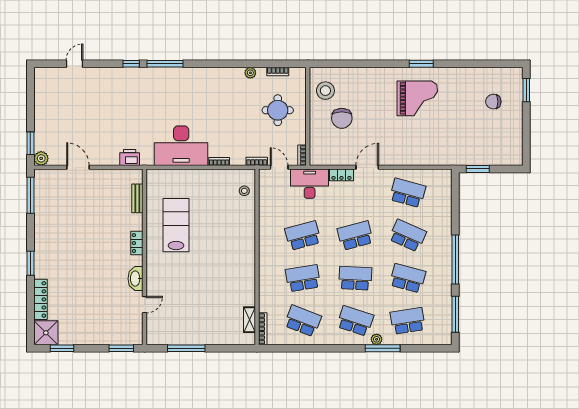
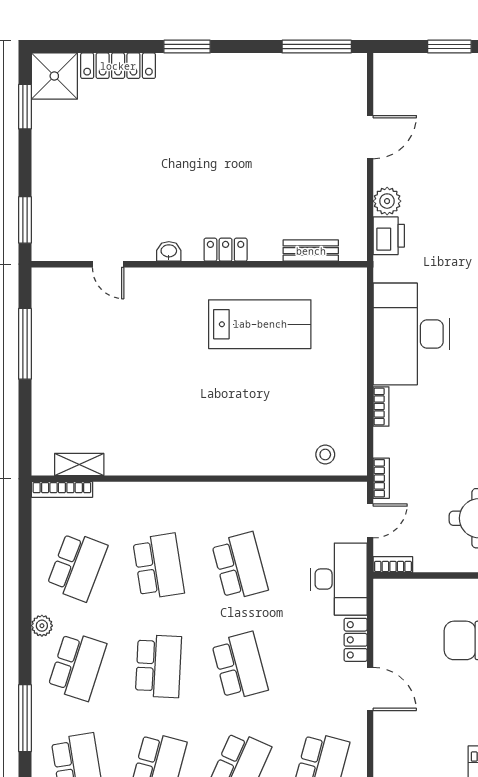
window: (30, 143) -> (449, 47), moved
plant: (41, 158) -> (387, 201), moved
washbasin: (136, 279) -> (169, 251), width x0.52, depth x0.69
plant: (377, 339) -> (42, 626), moved

